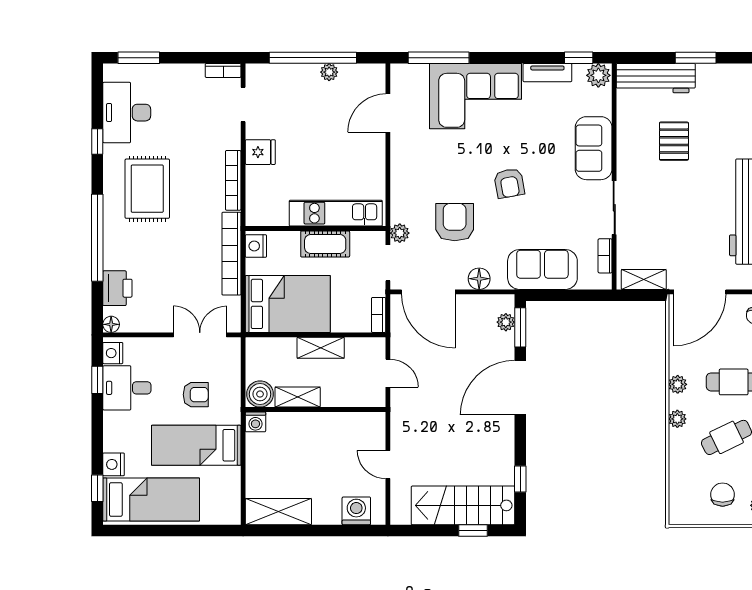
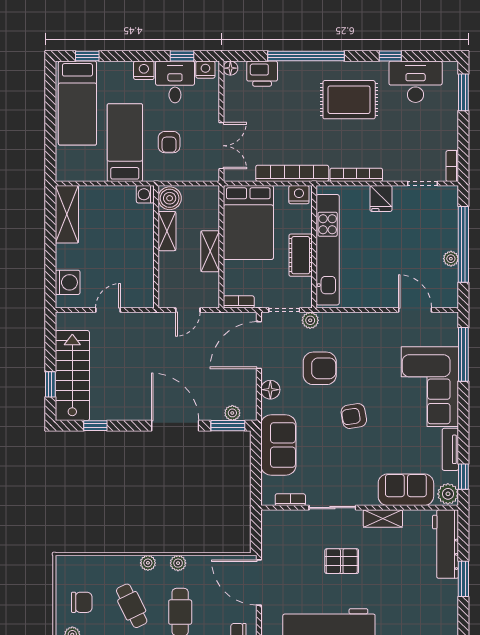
pallet: (674, 141) -> (342, 561), moved
sofa: (594, 148) -> (406, 490), moved
kitchen unit: (336, 213) -> (328, 250), width x1.36
shelving: (644, 280) -> (383, 518), moved, turned 90
nightstand: (114, 464) -> (144, 70), moved

